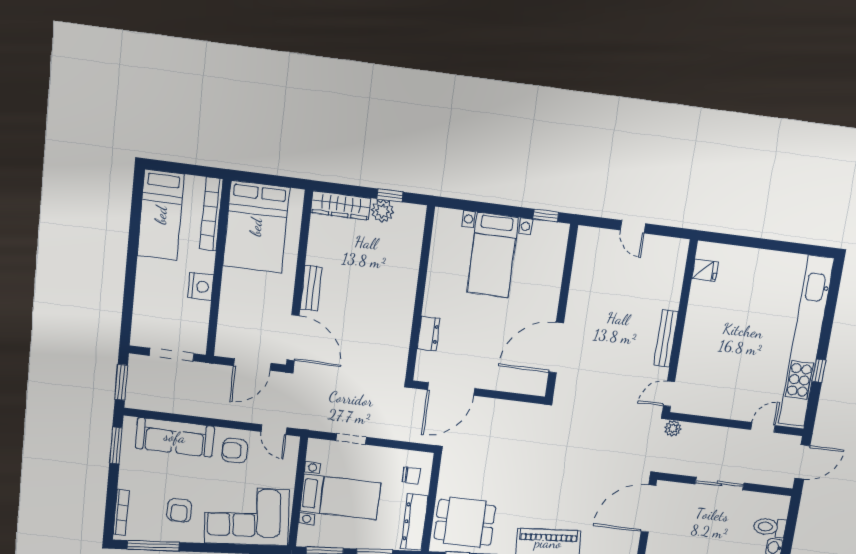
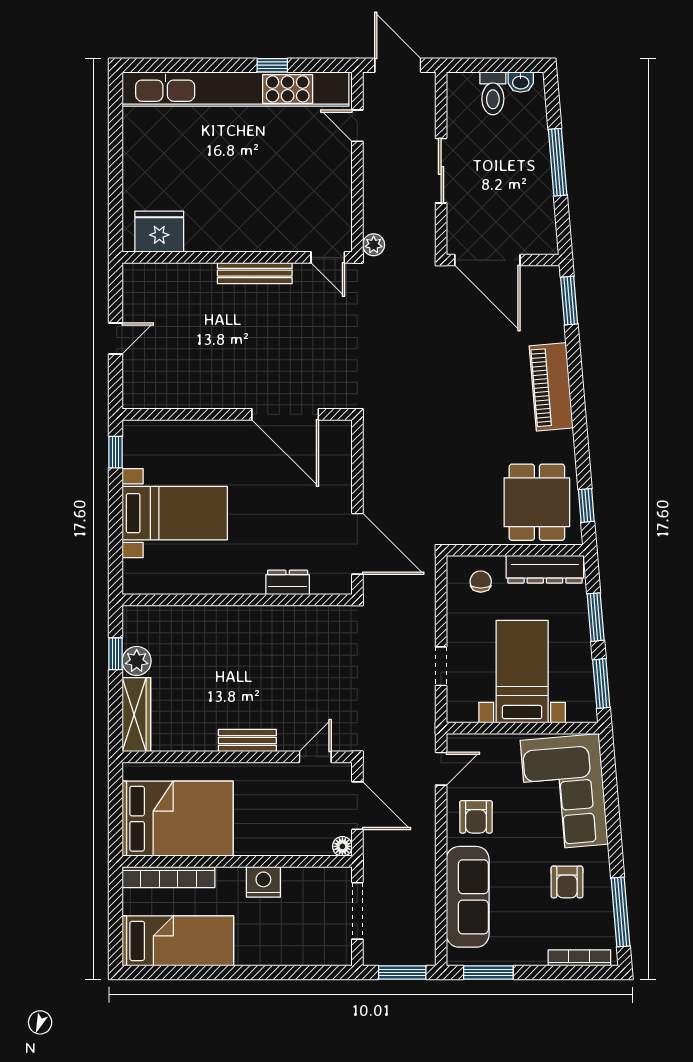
fridge: (705, 270) -> (159, 232), width x1.88, depth x1.34
door: (293, 338) -> (315, 757), width x0.53
floor lamp: (222, 349) -> (342, 846), added
armchair: (179, 510) -> (567, 882), turned 90

